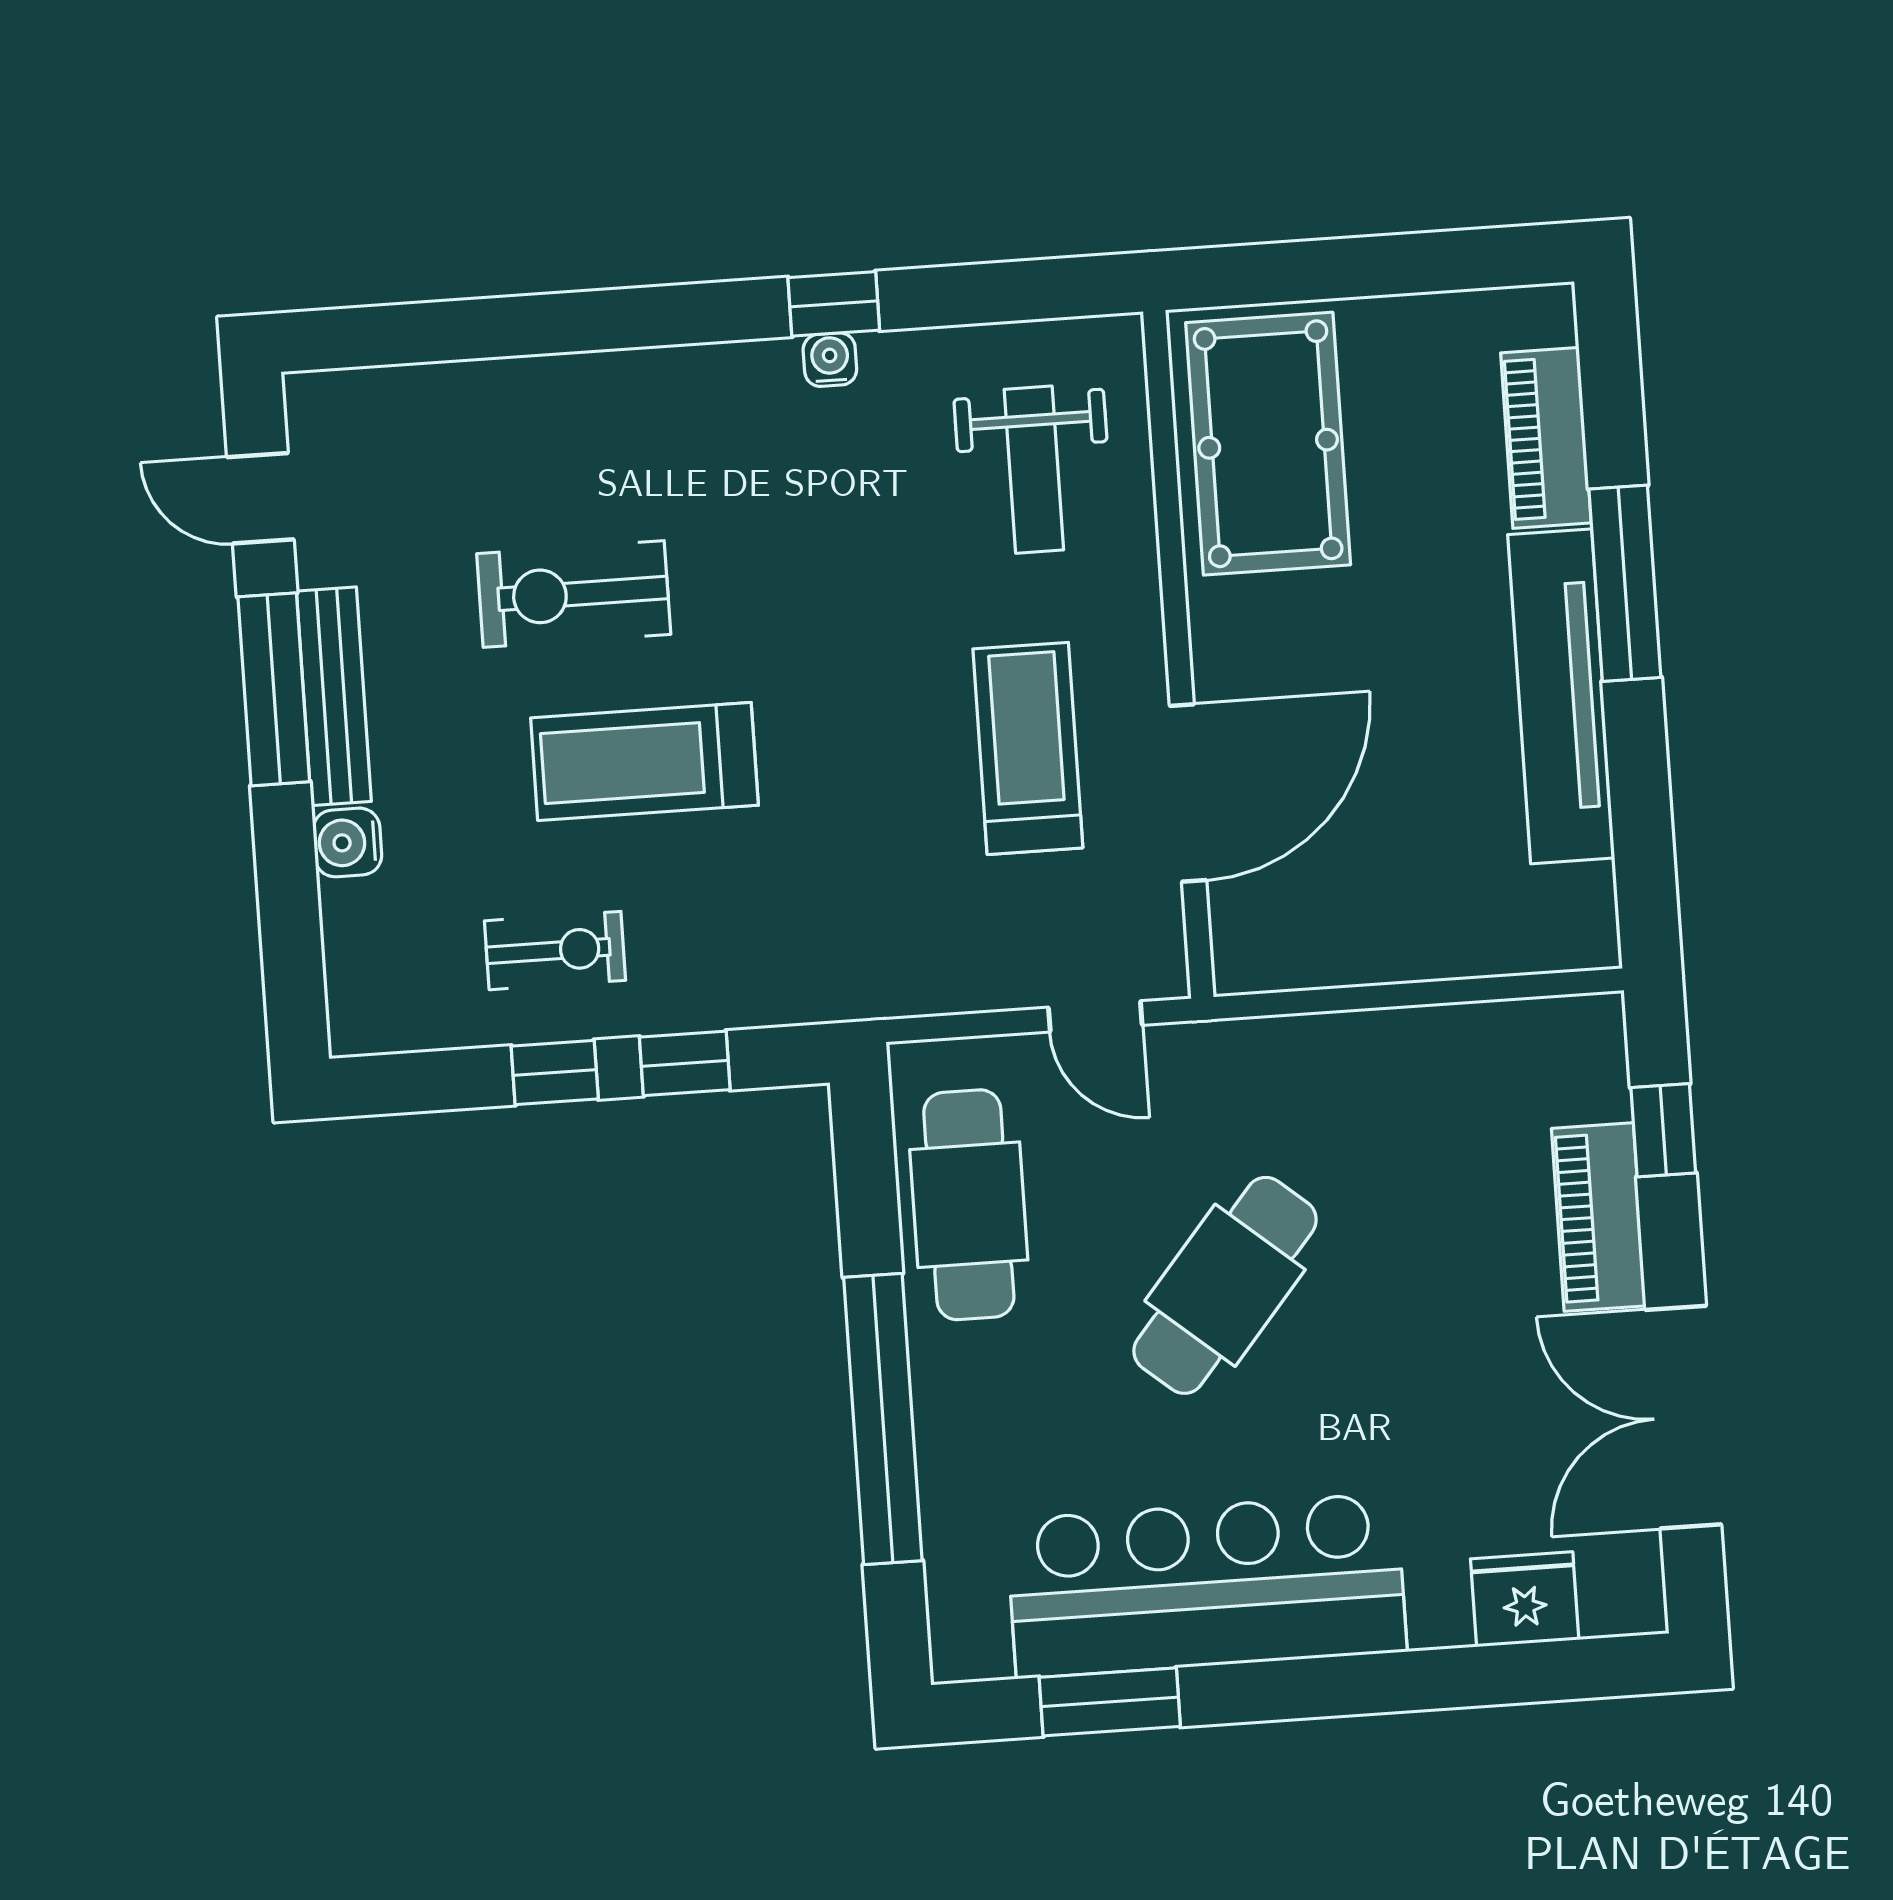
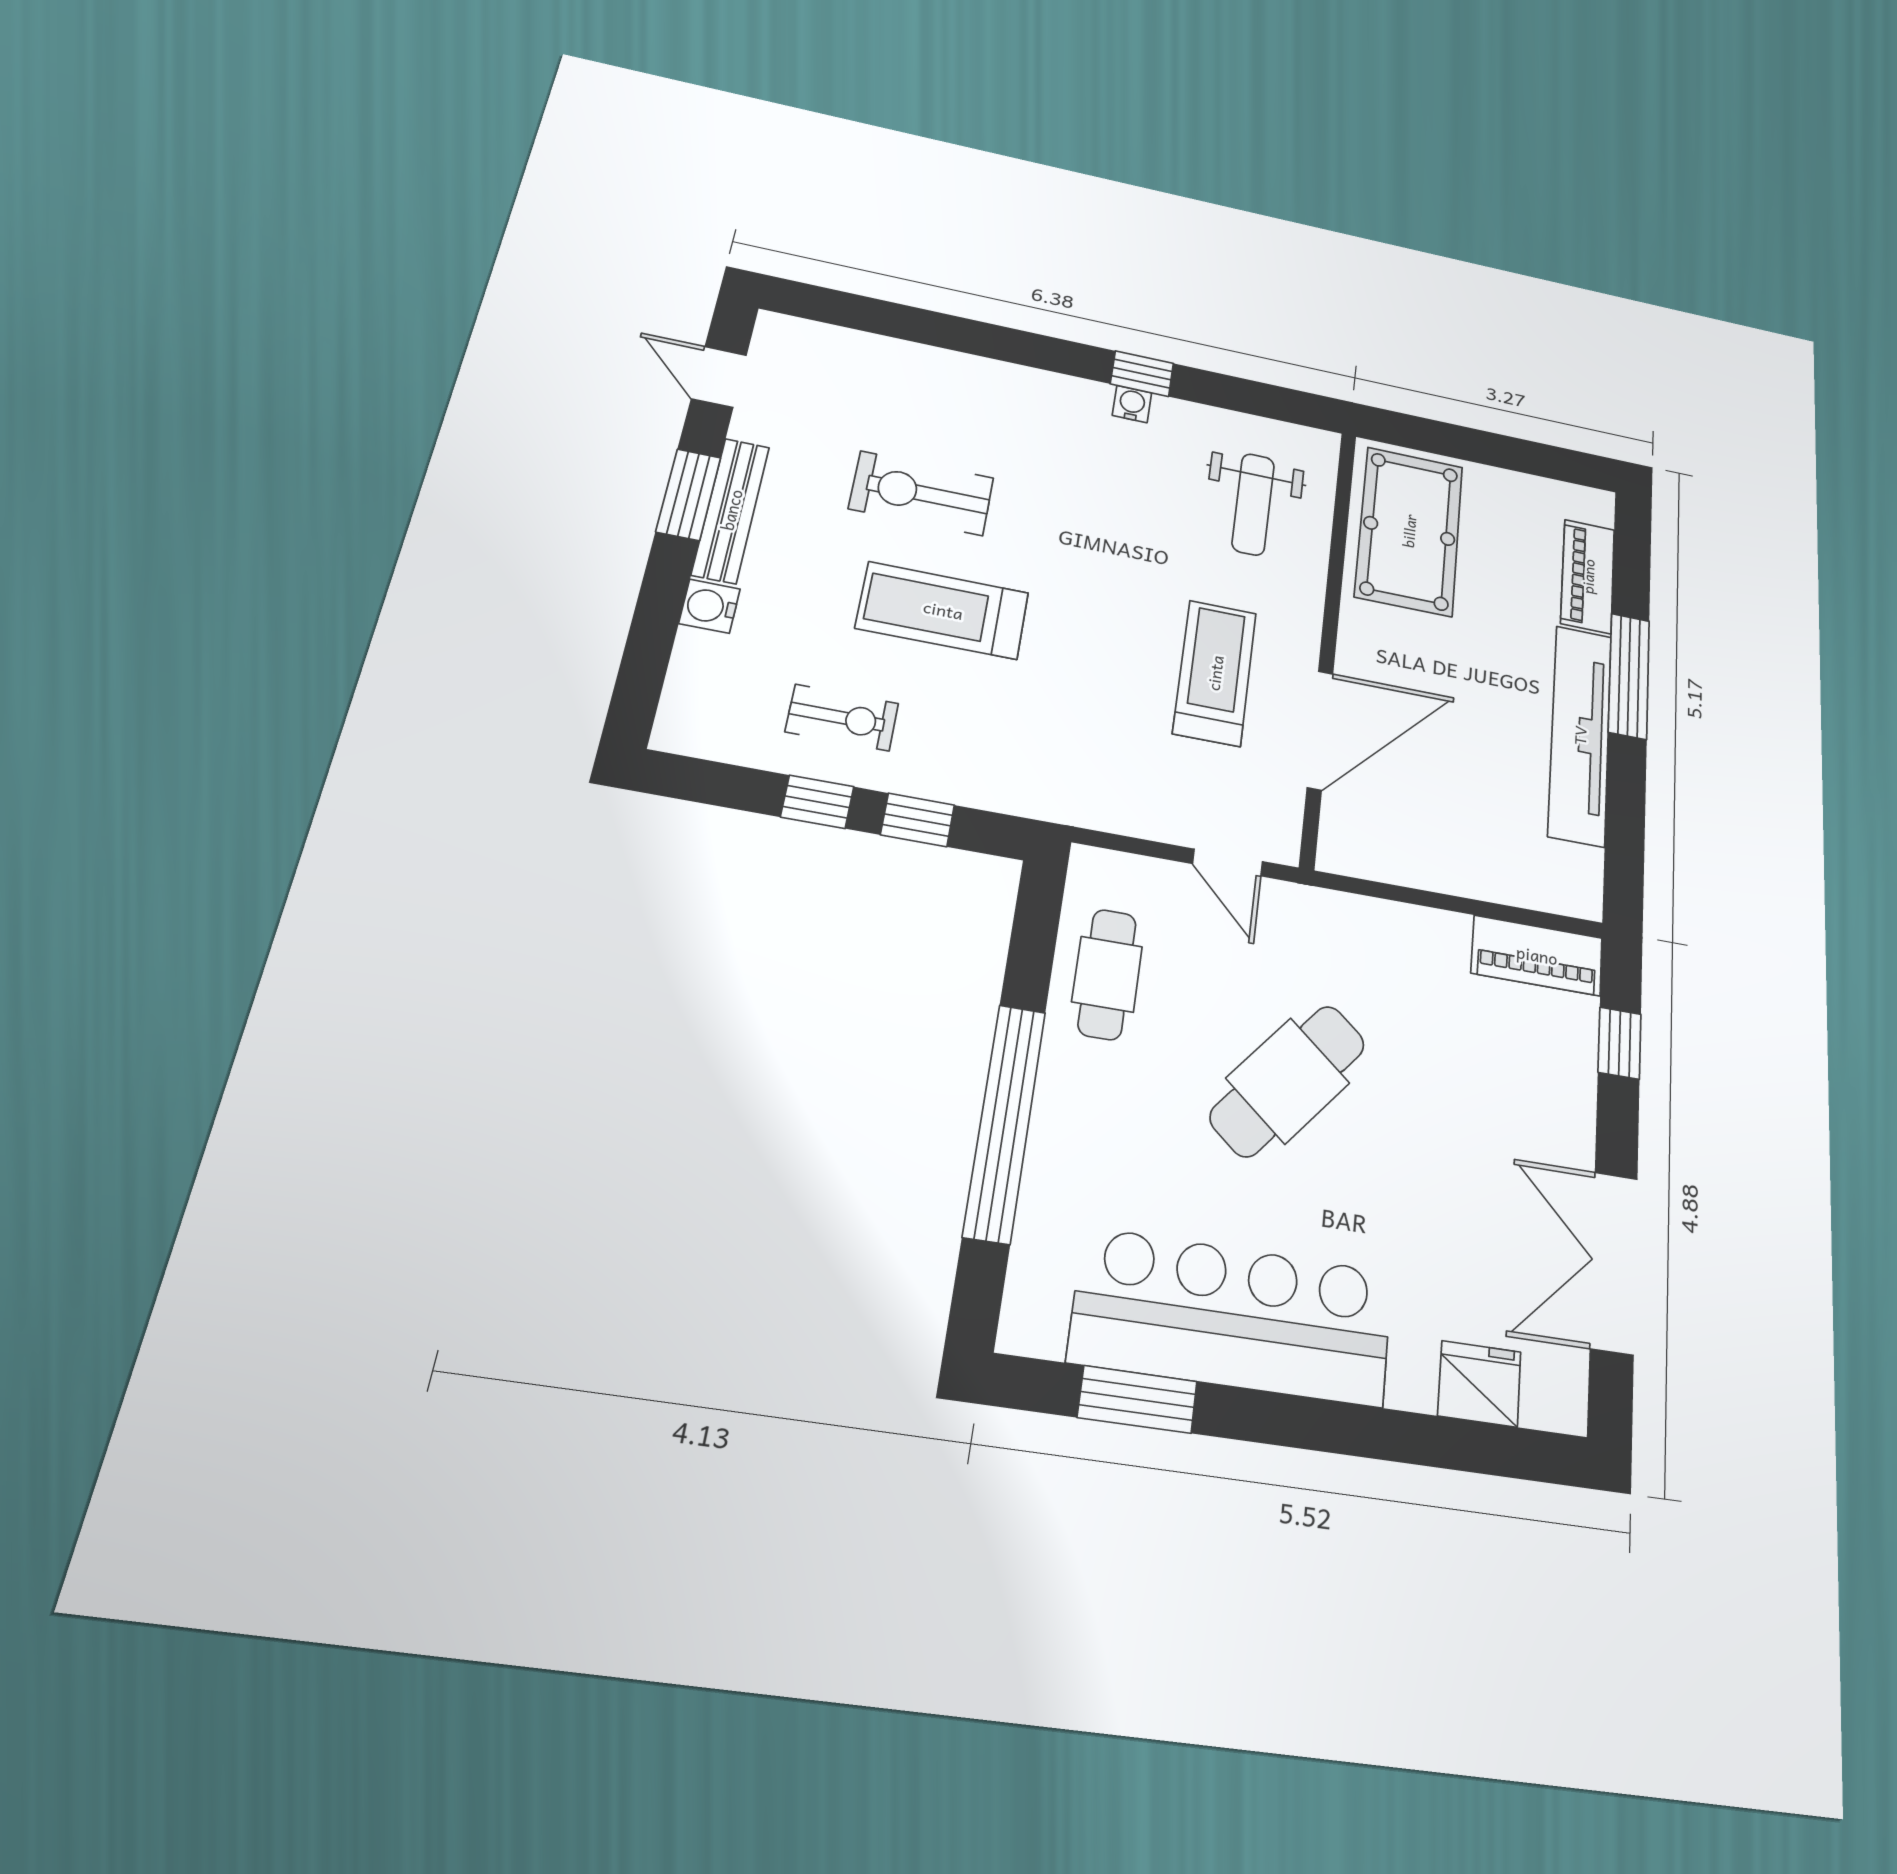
window: (274, 689) -> (688, 495), width x0.69
cafe table: (969, 1205) -> (1107, 974), width x0.73, depth x0.74
piano: (1599, 1217) -> (1537, 955), moved, turned -90

